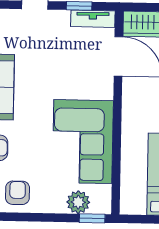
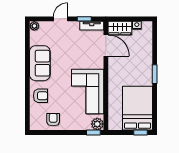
plant: (78, 202) -> (97, 124), moved

